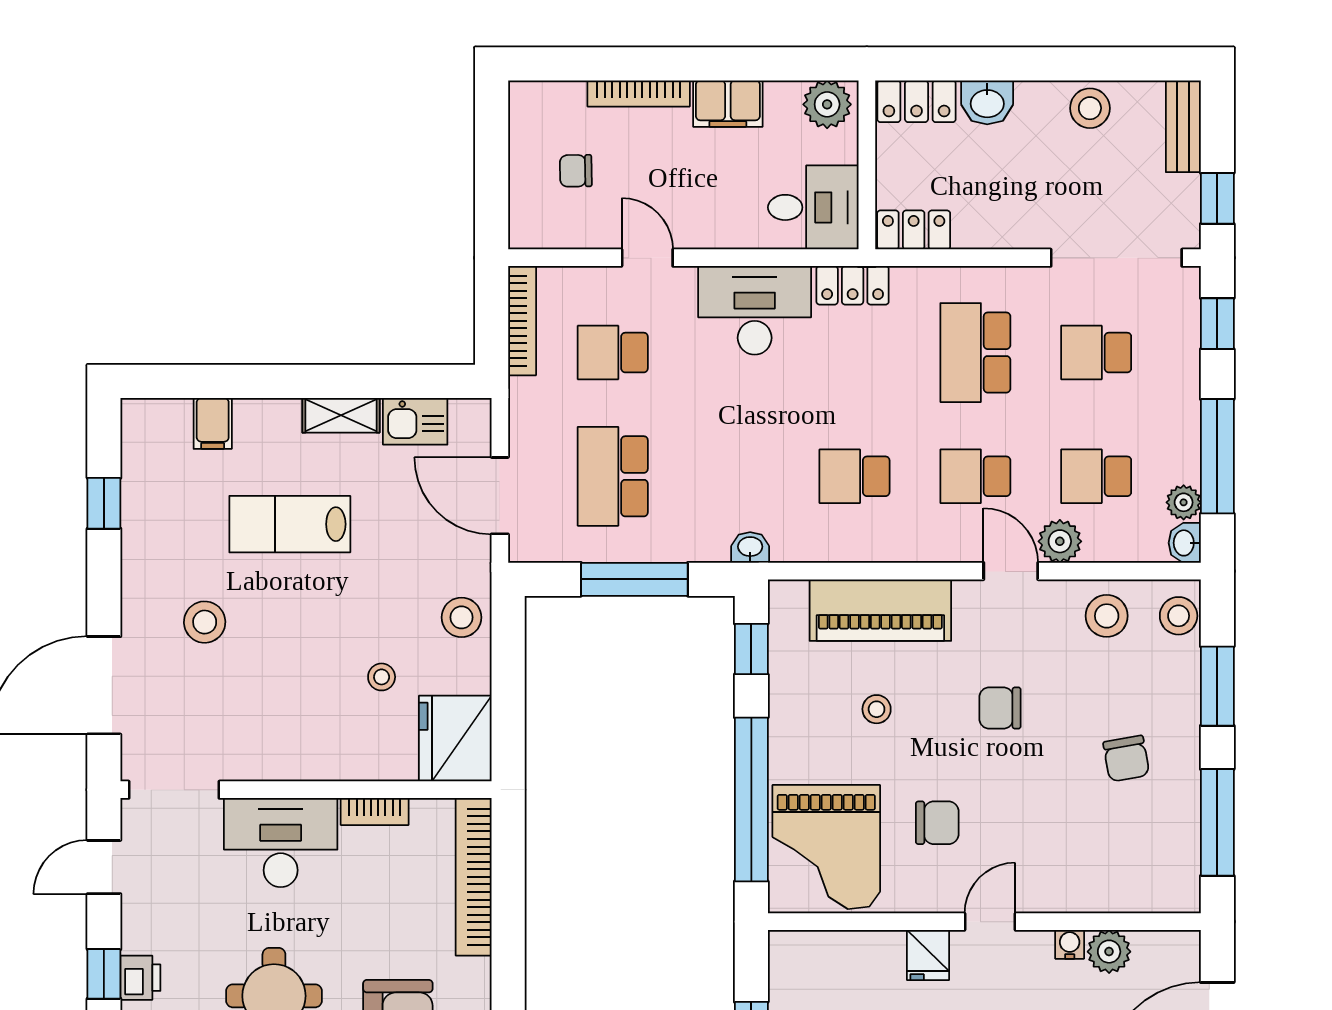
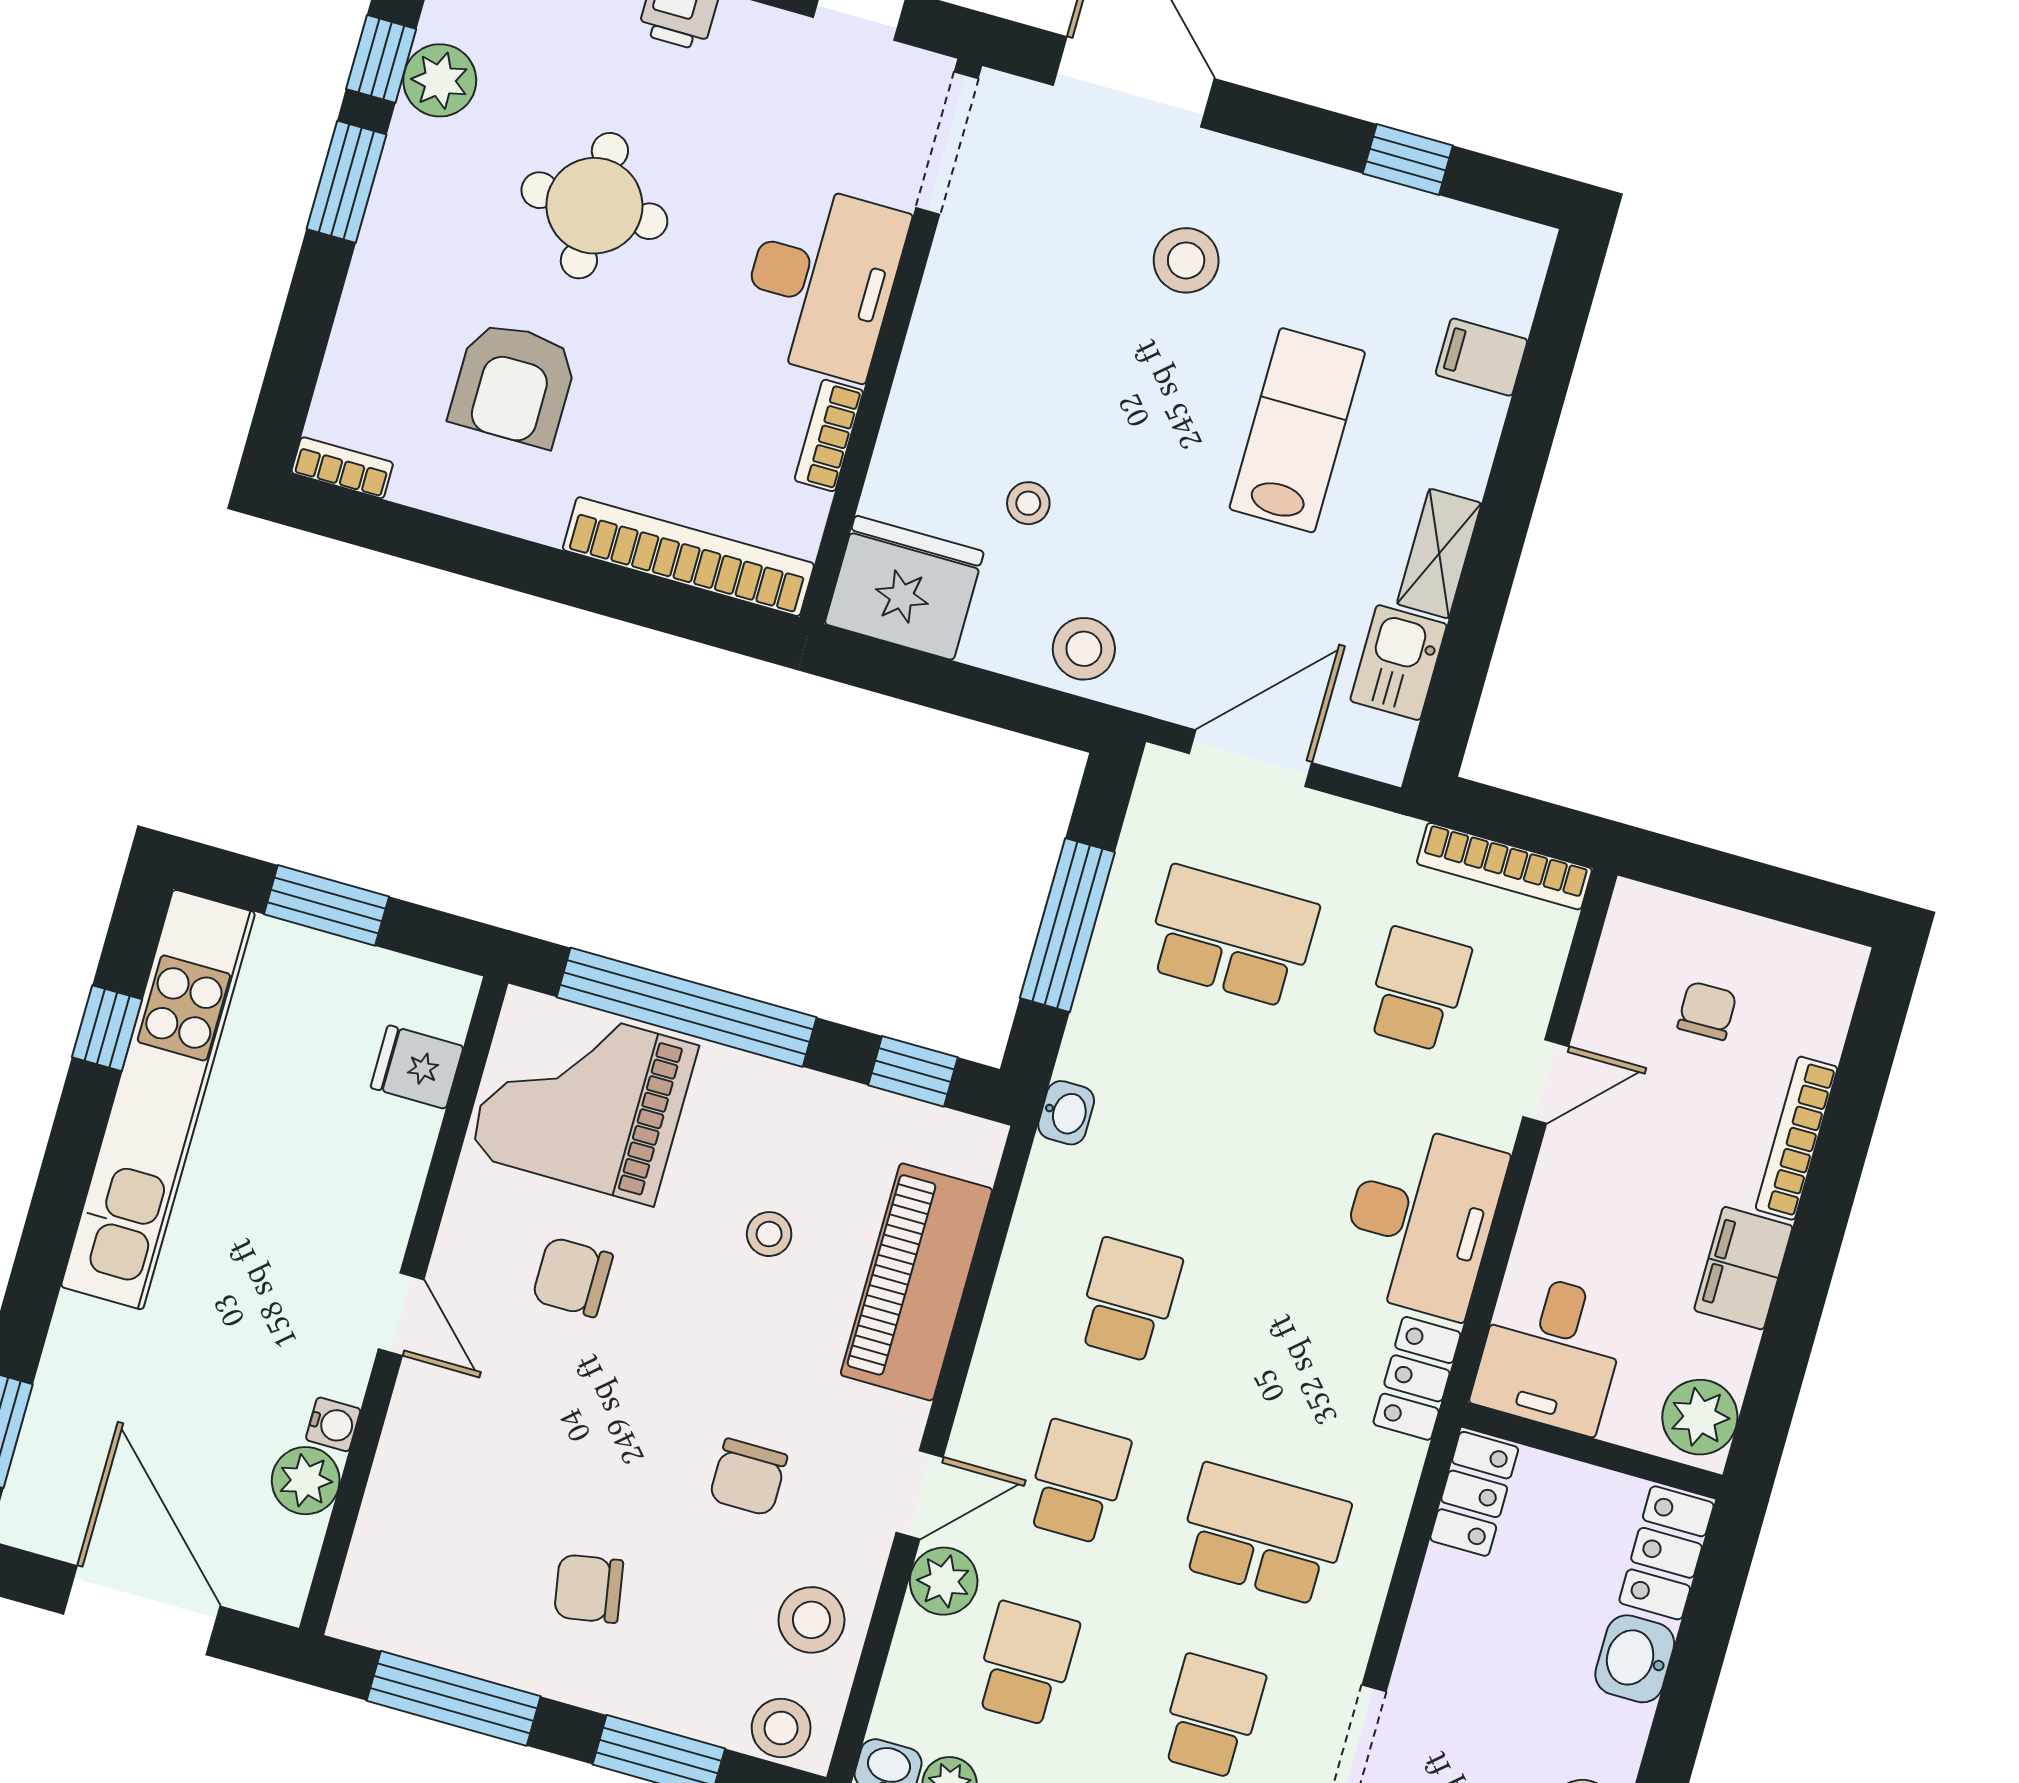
chair: (1000, 708) -> (748, 1477), moved, turned 180
chair: (937, 823) -> (572, 1277), turned 90
fridge: (928, 955) -> (417, 1067), moved

